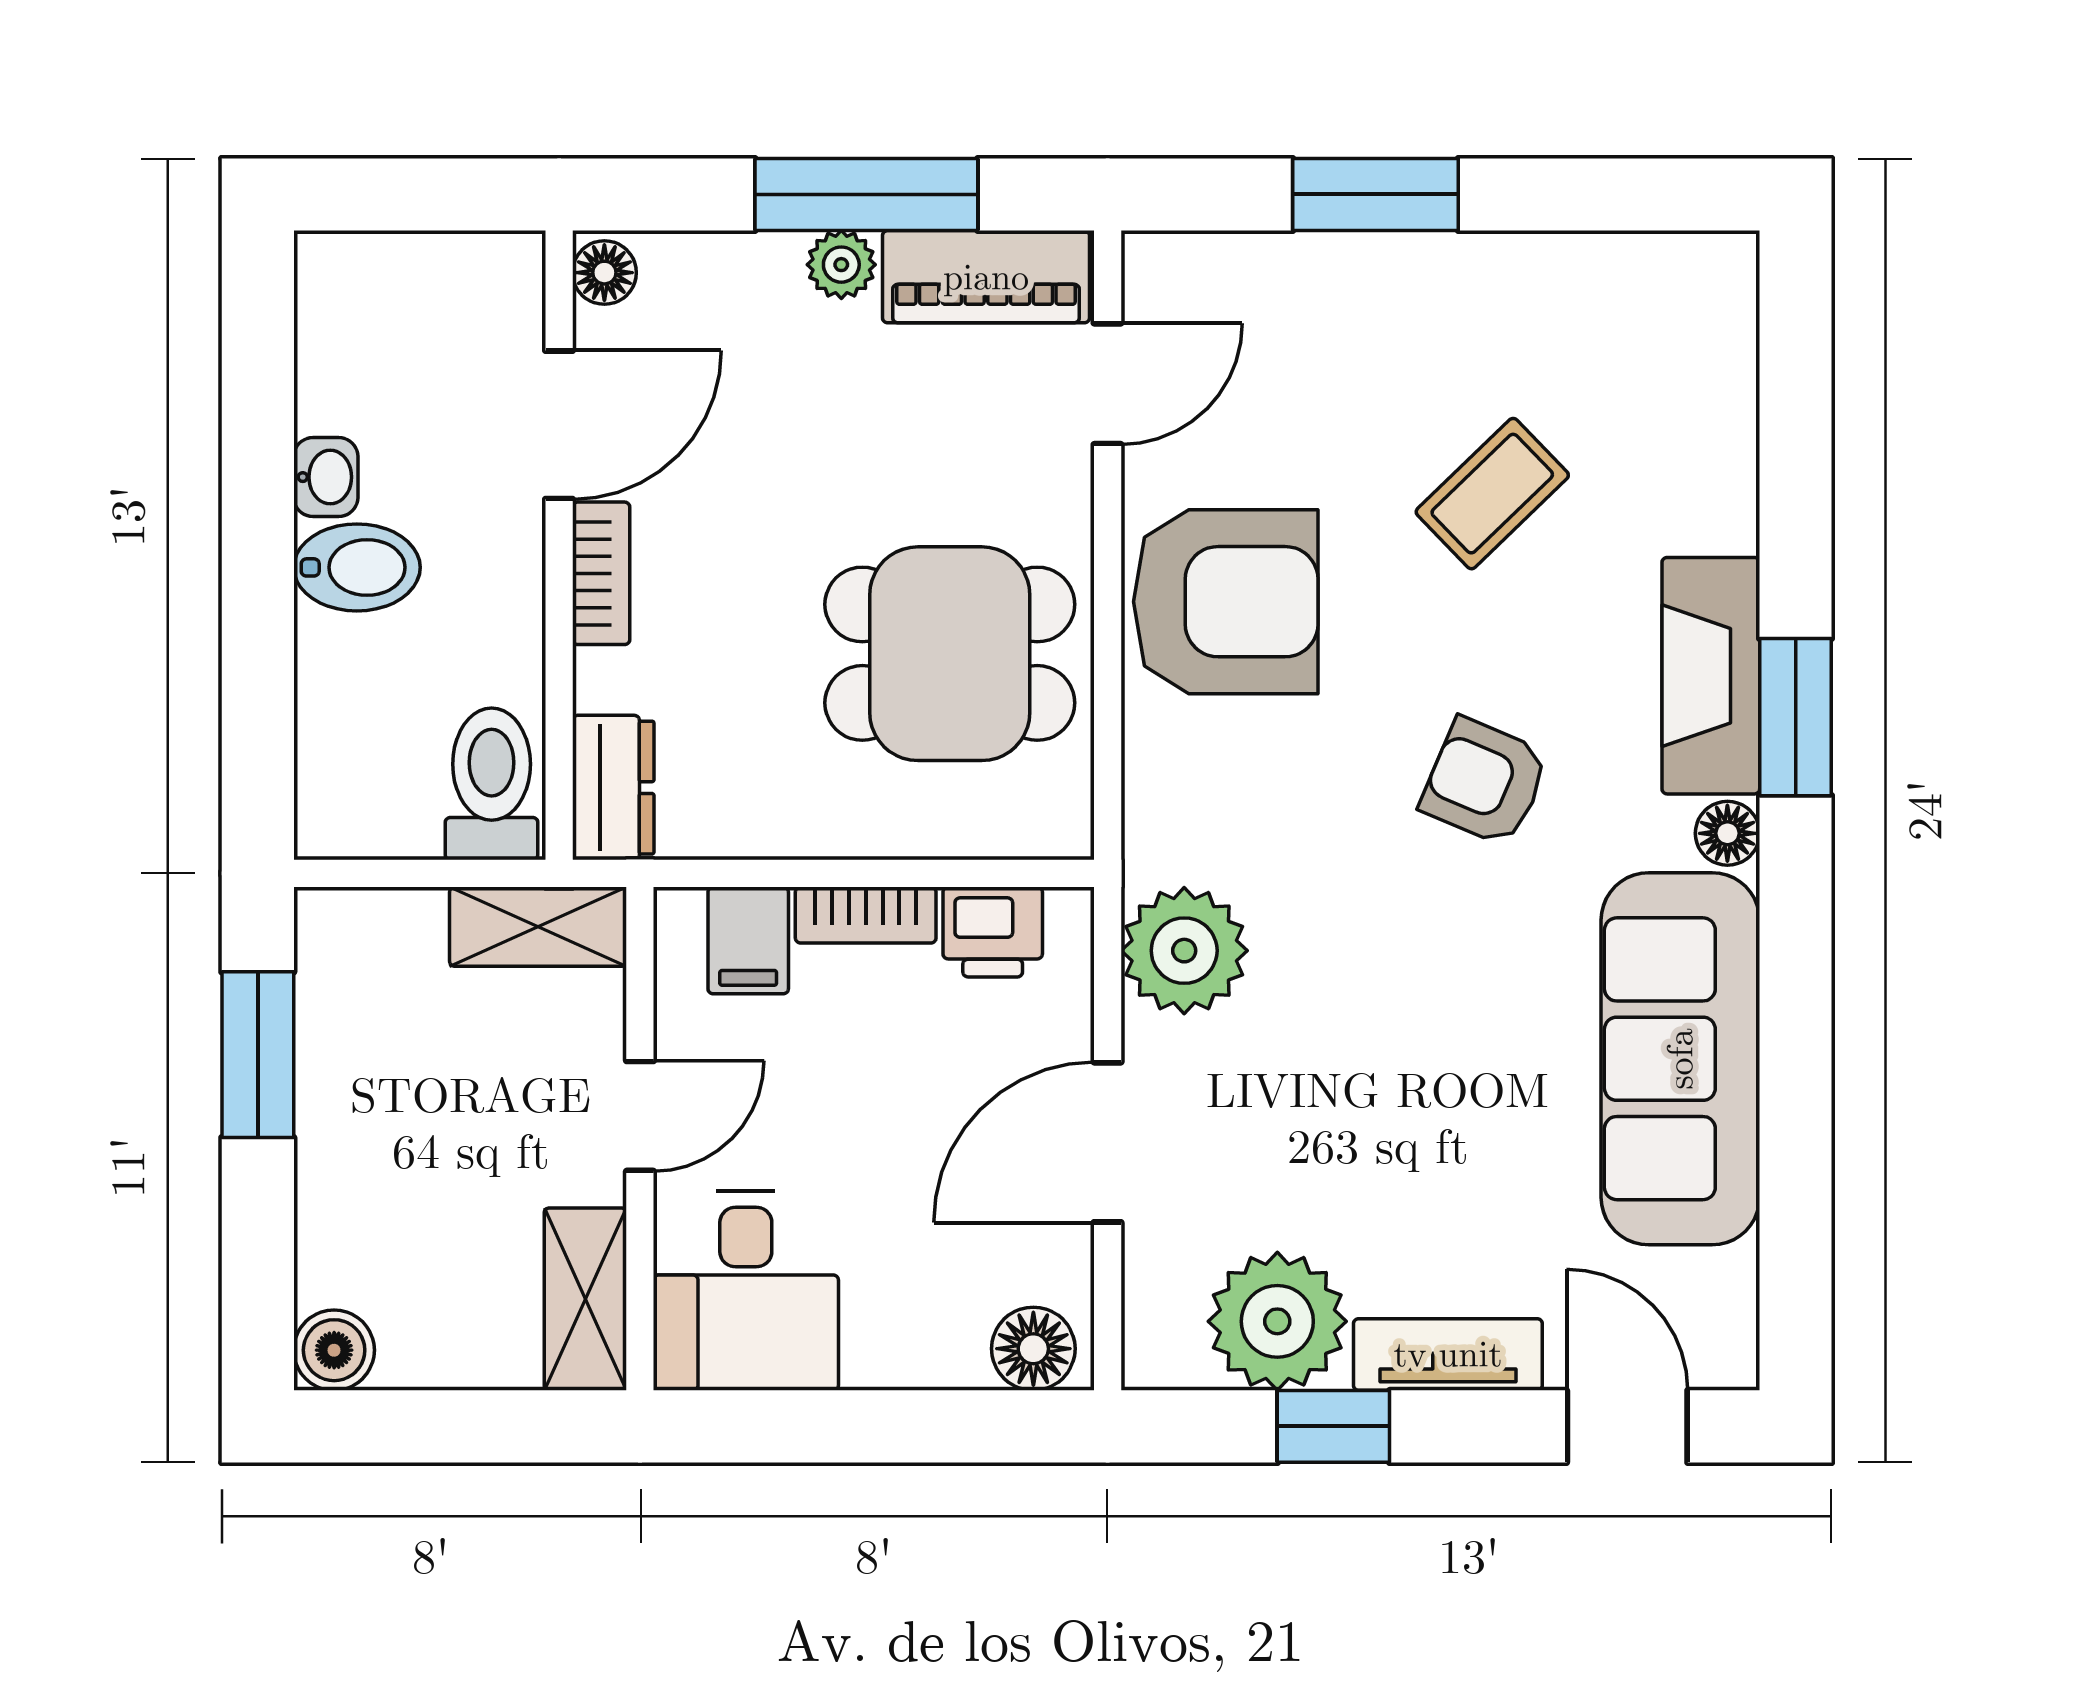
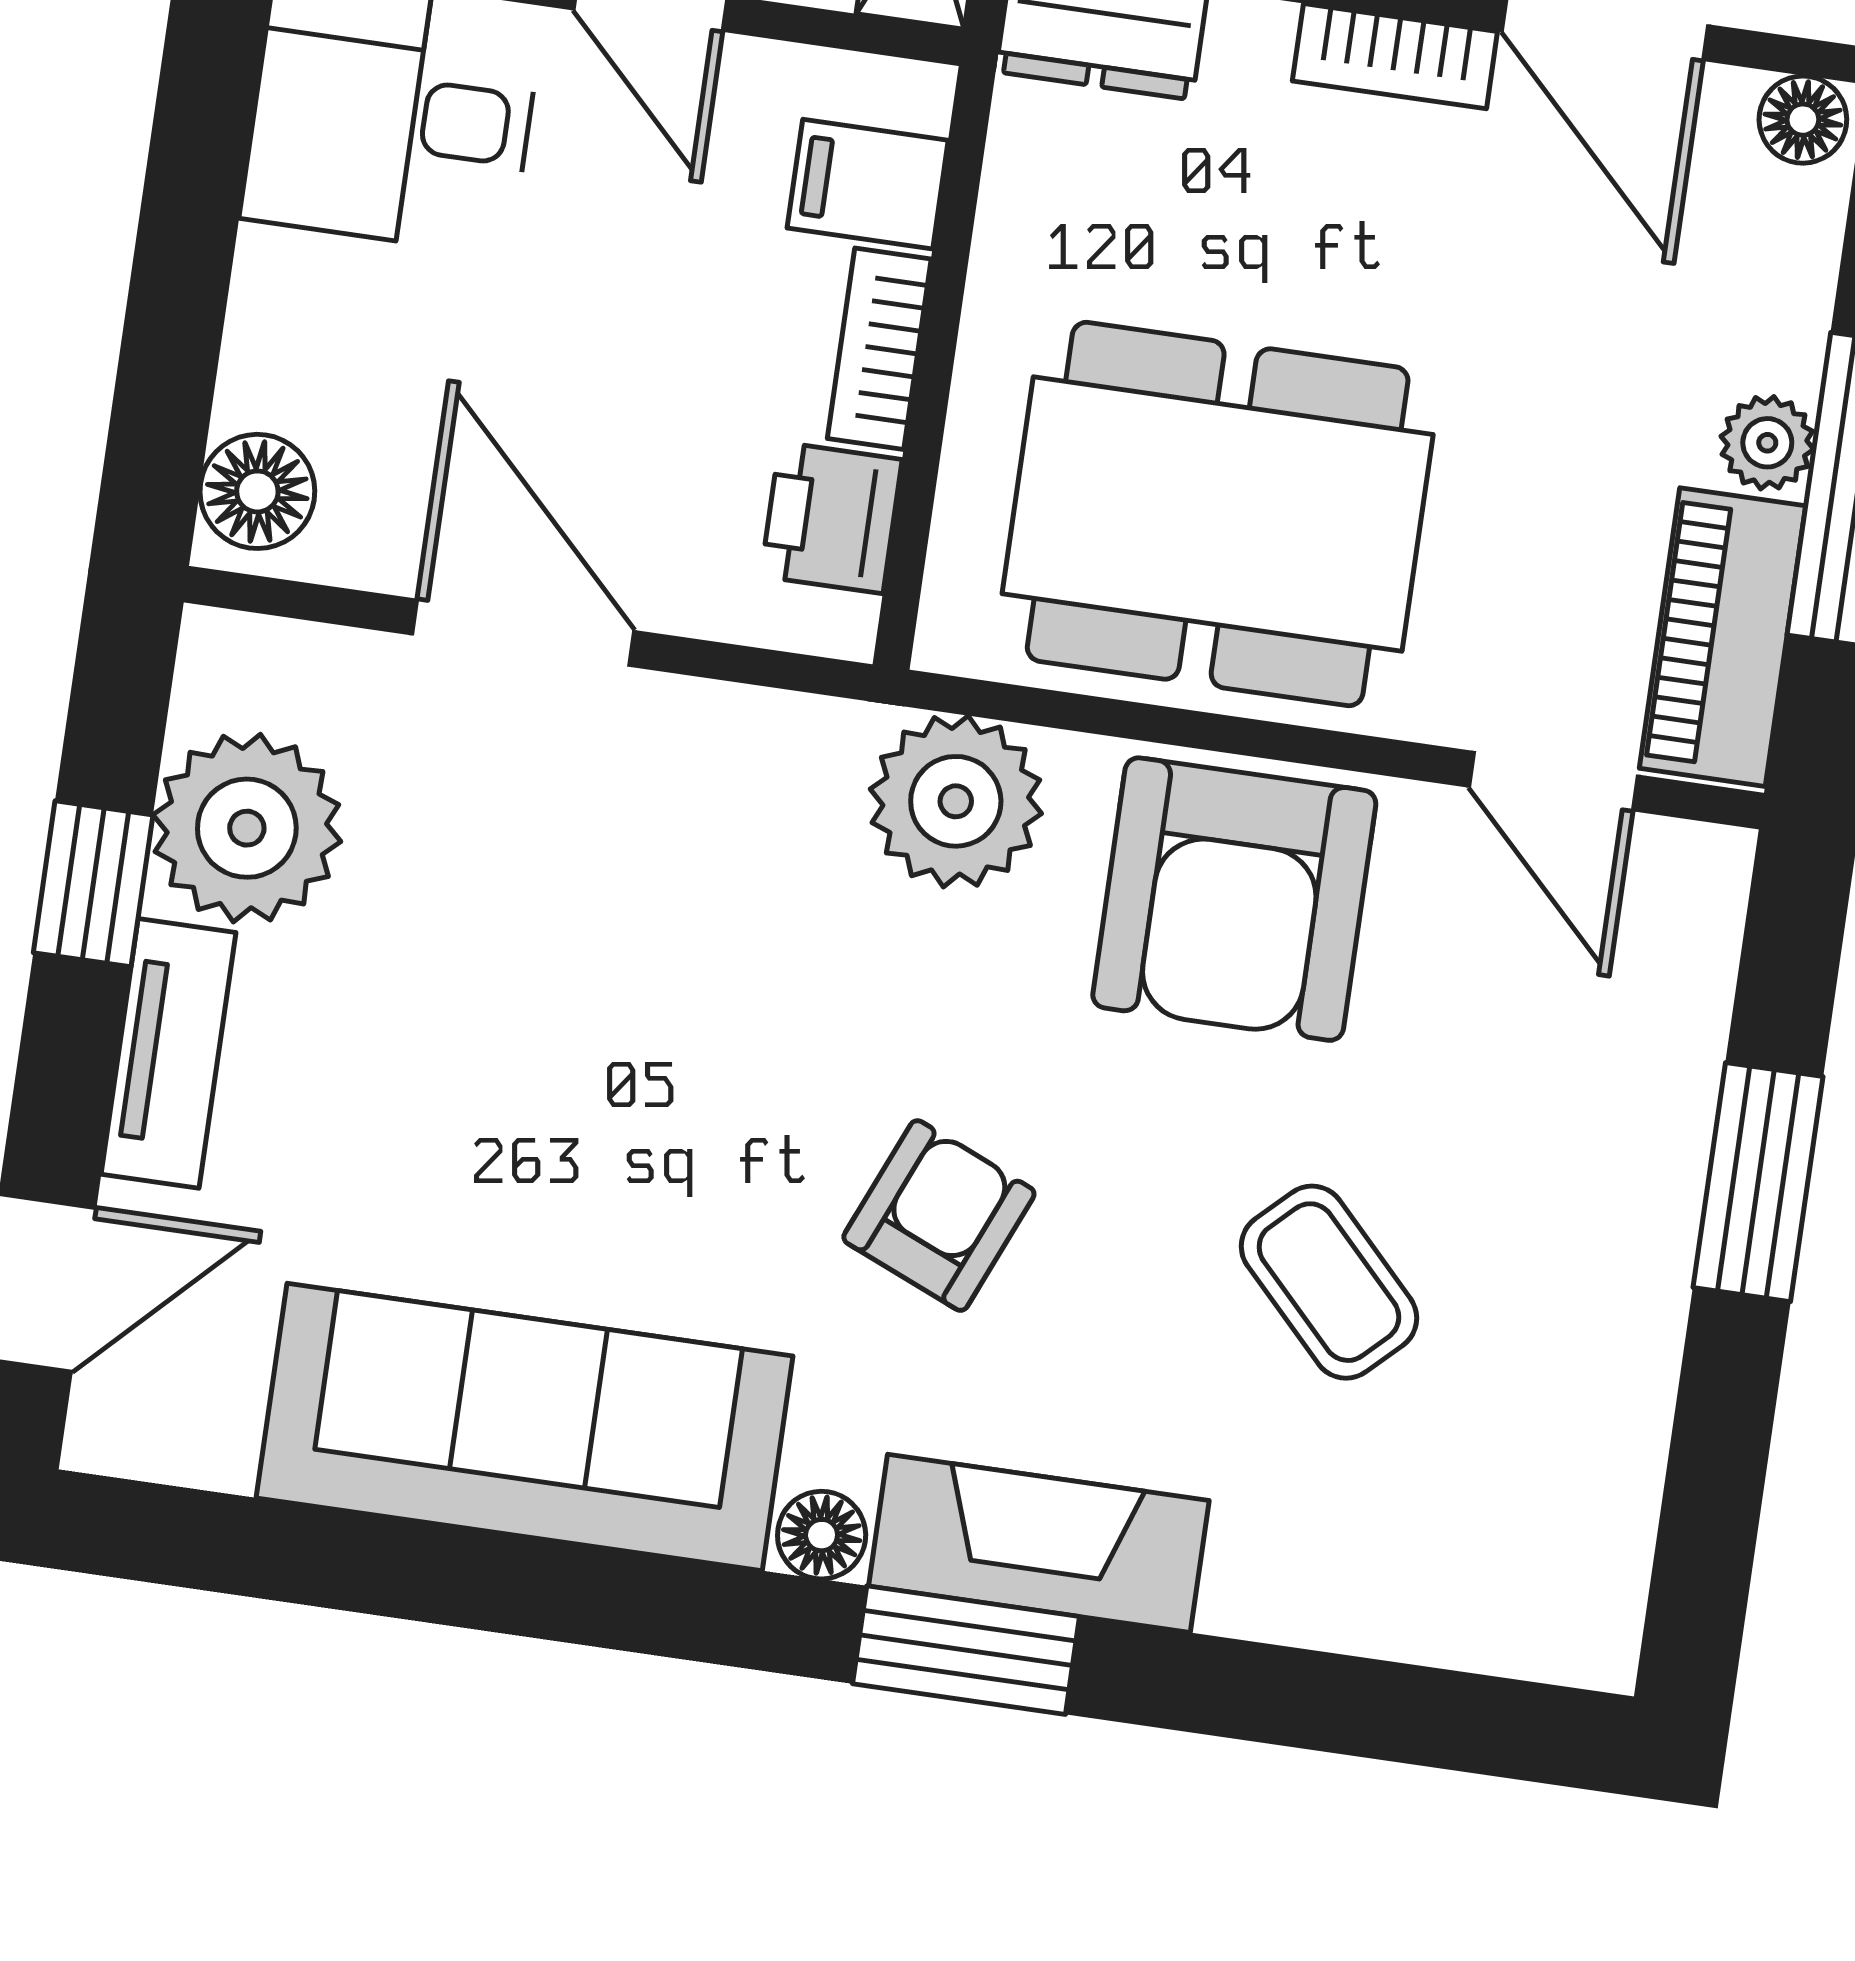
dining table: (950, 654) -> (1218, 514), width x1.38
plant: (1184, 951) -> (956, 801), moved

